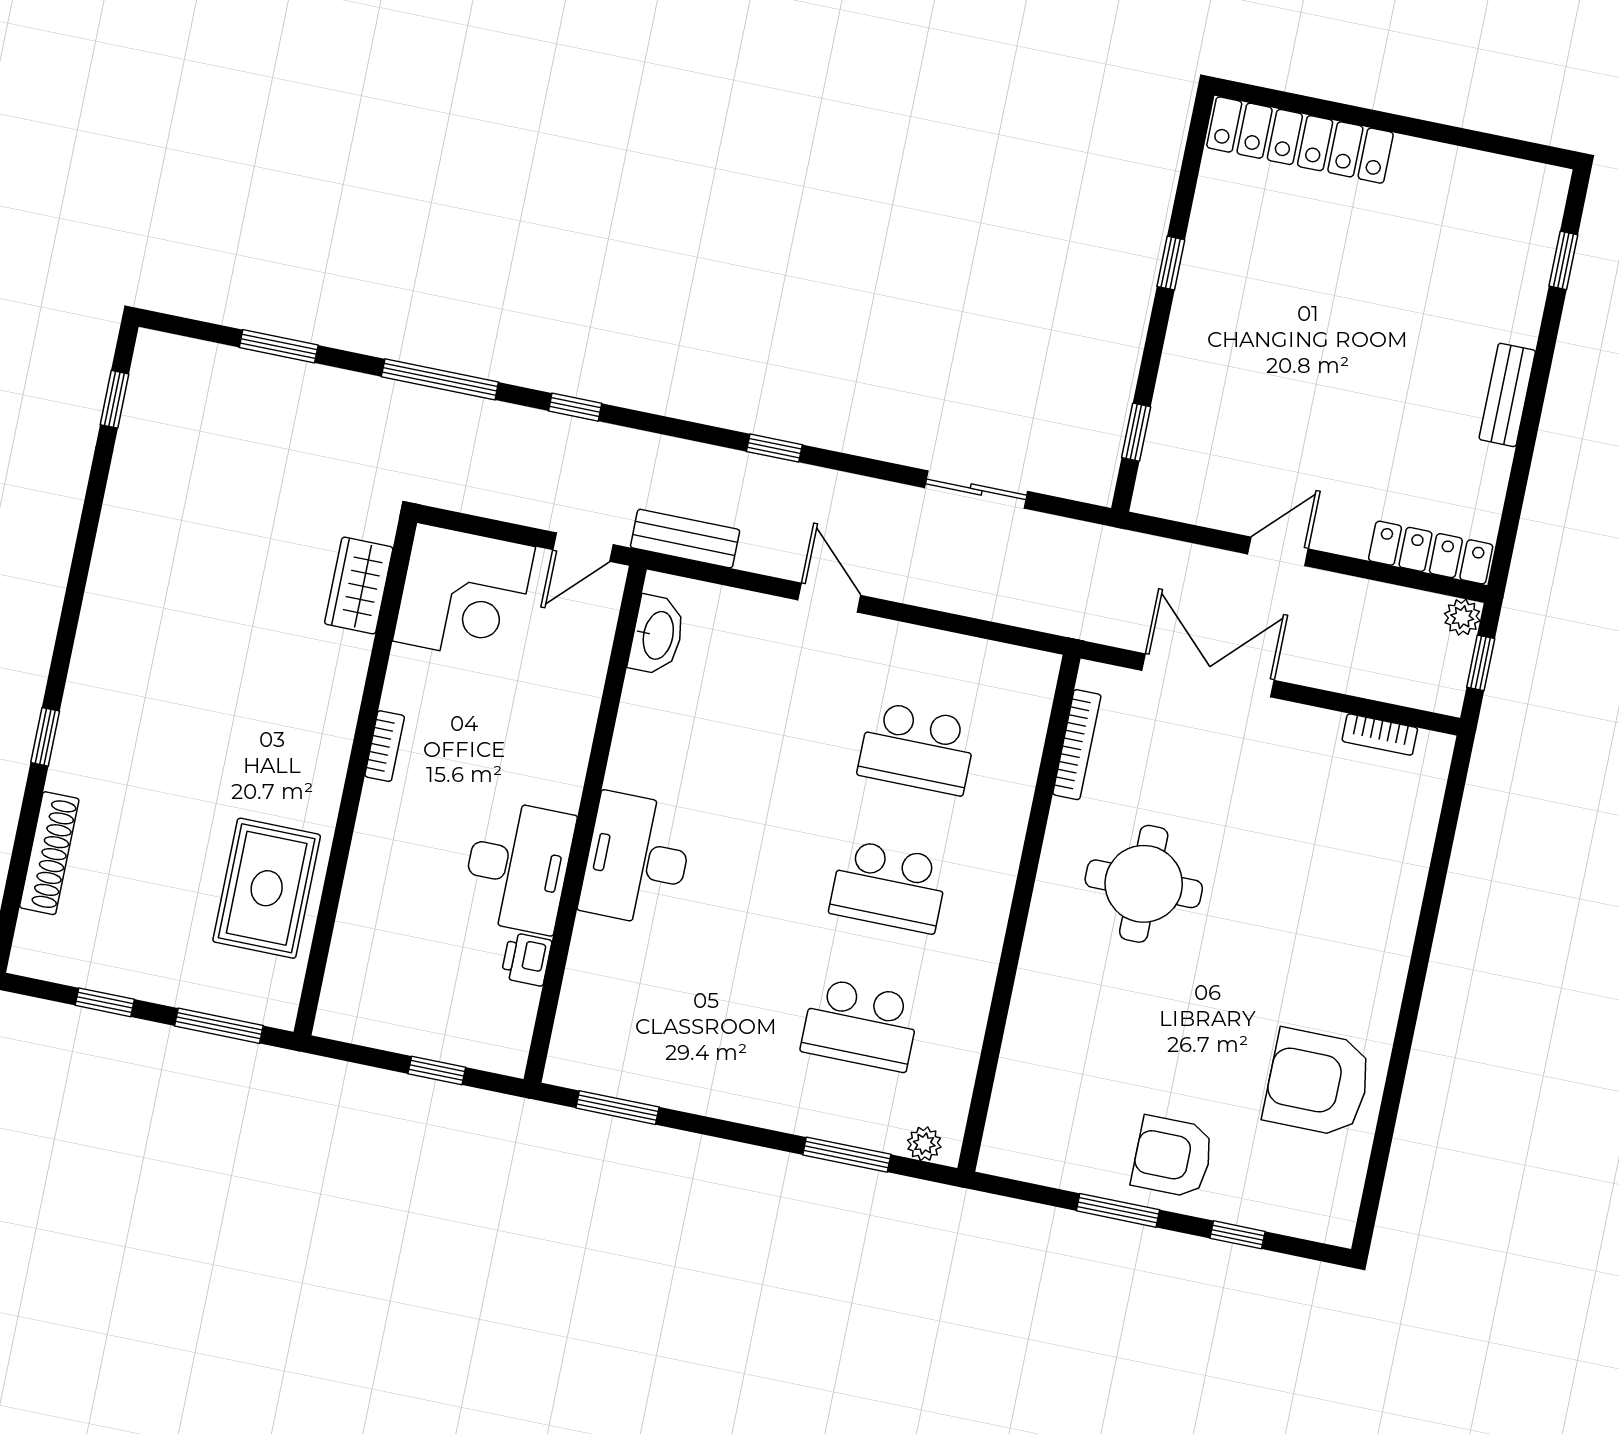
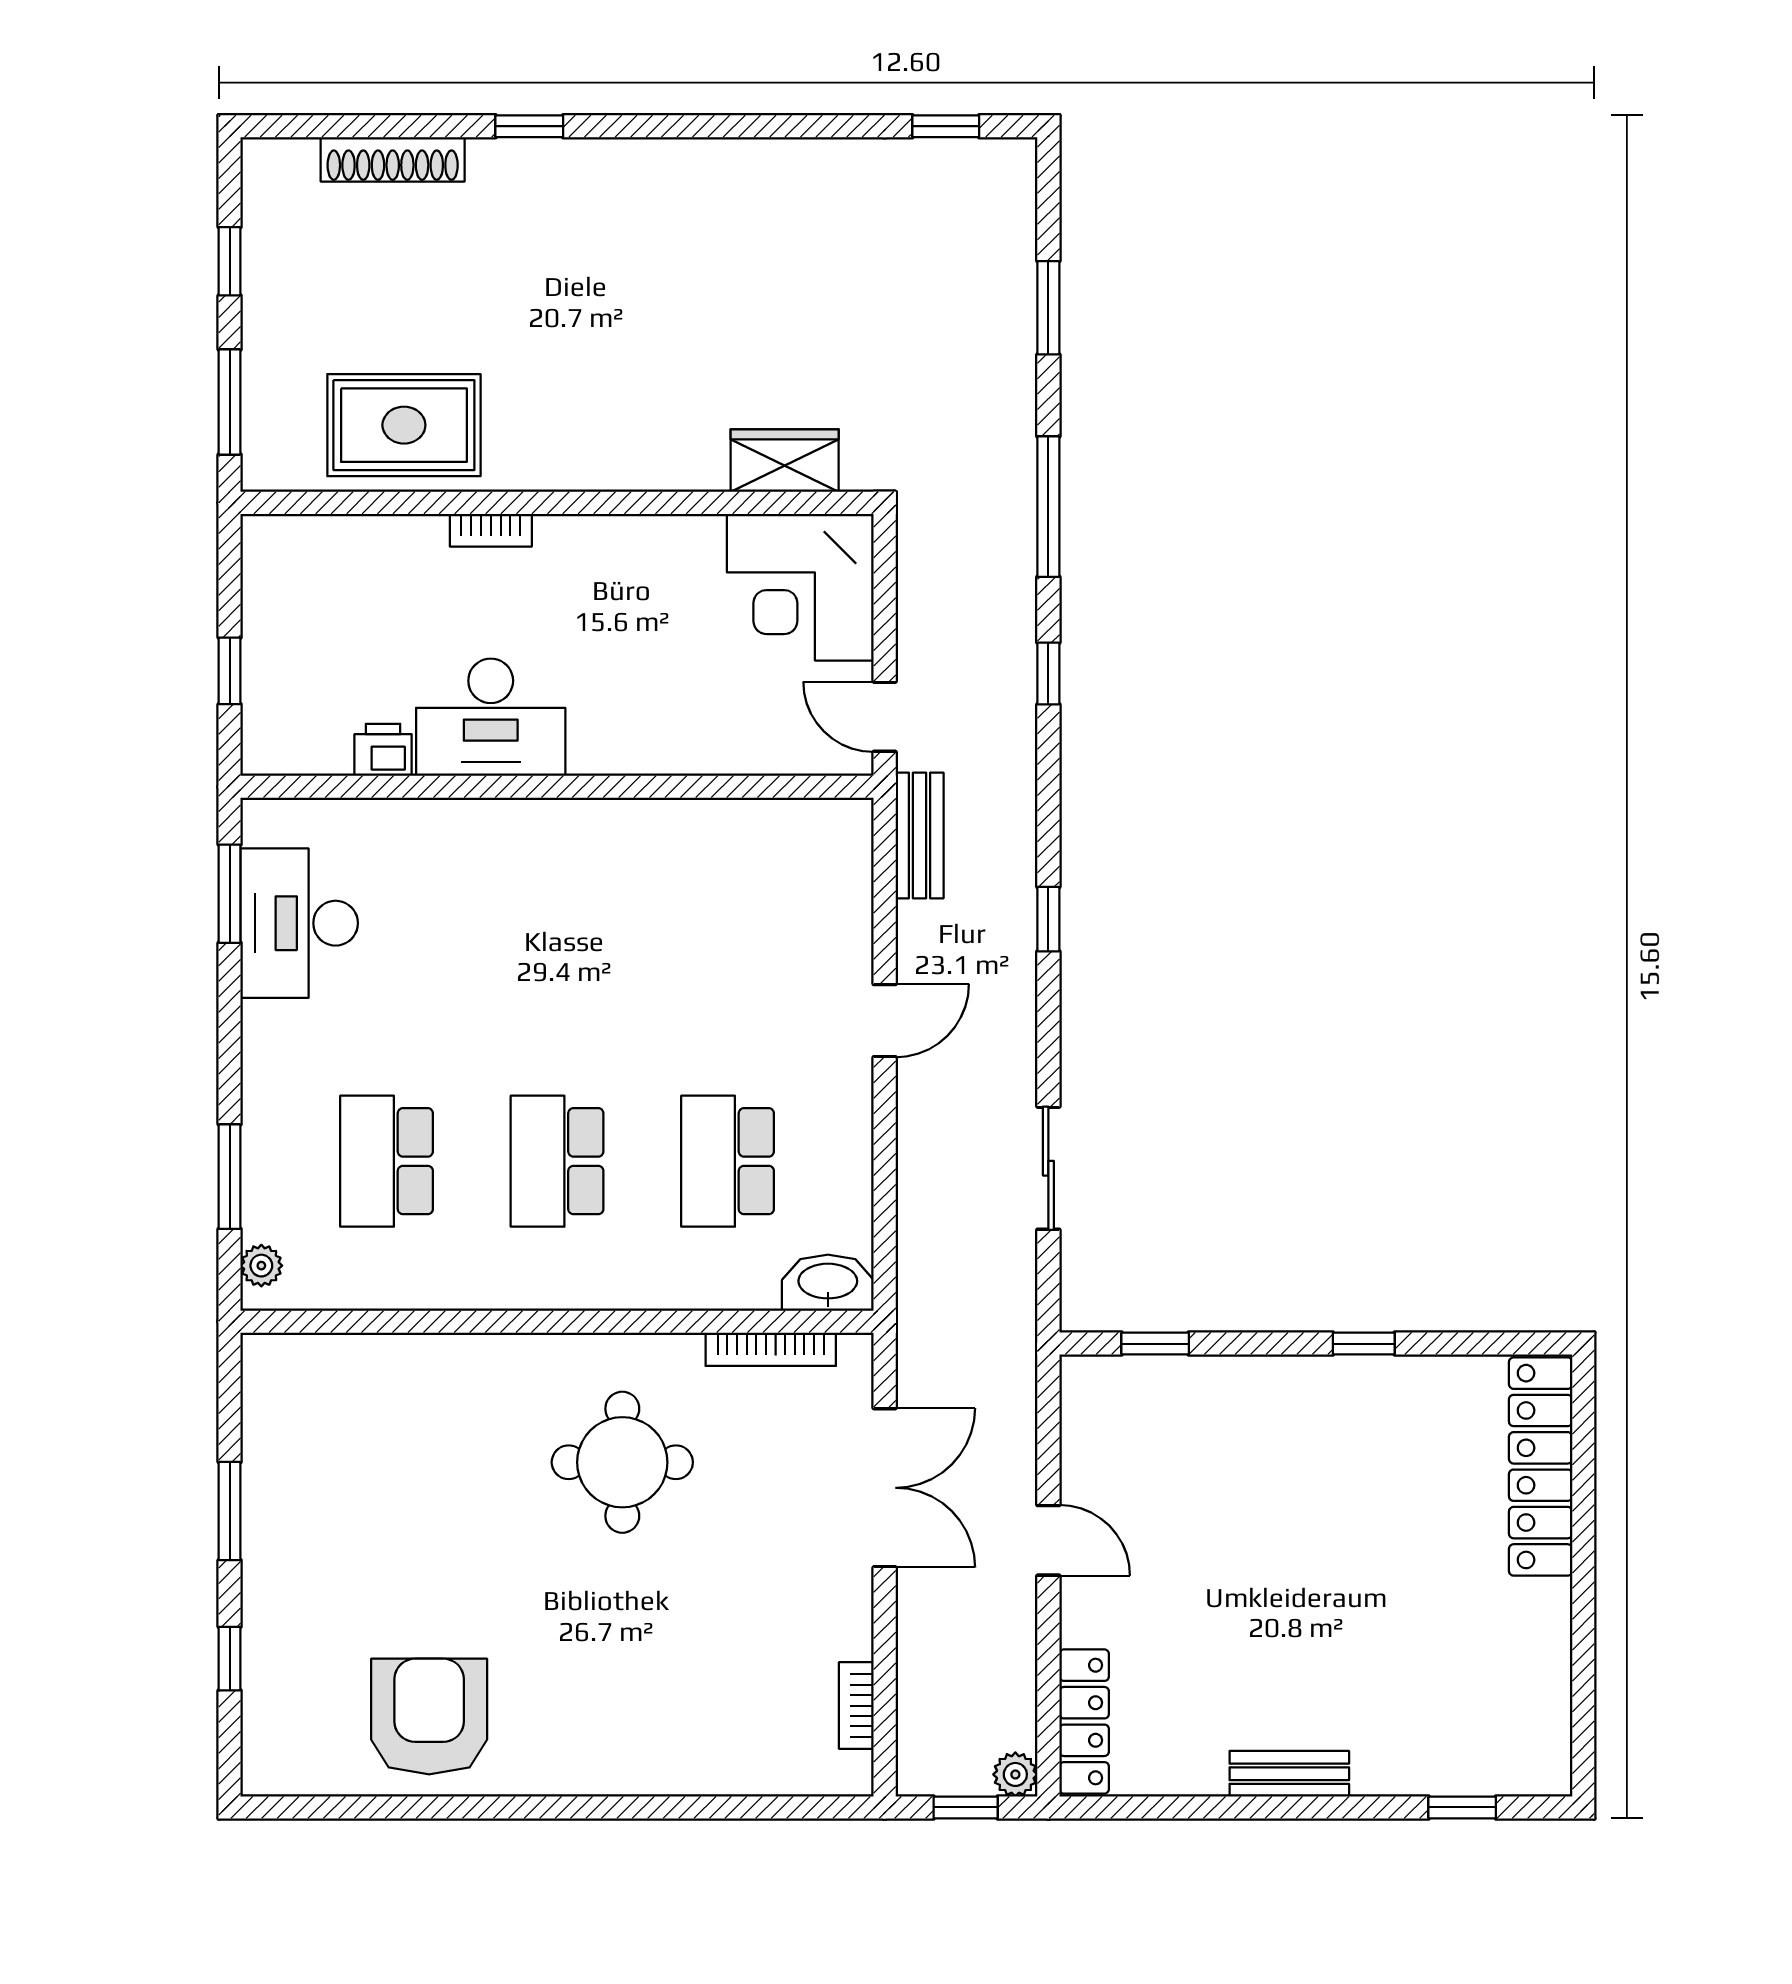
washbasin: (657, 635) -> (828, 1283), moved, turned 180
bookcase: (385, 746) -> (491, 530), moved
desk: (637, 859) -> (299, 923), moved, turned -90
armchair: (1173, 1157) -> (306, 1563), removed

